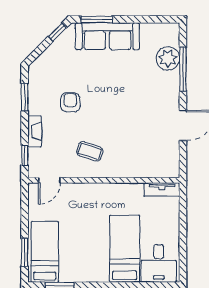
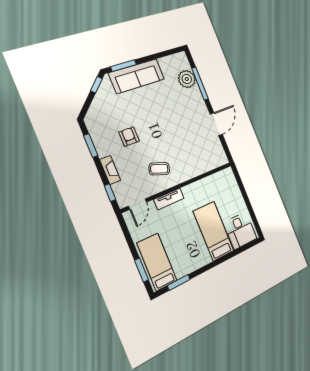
tv unit: (162, 190) -> (169, 199), moved

